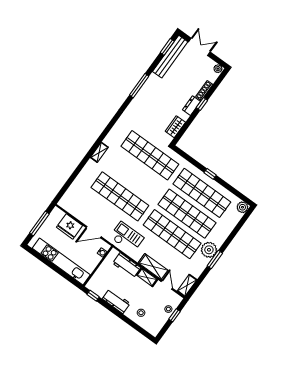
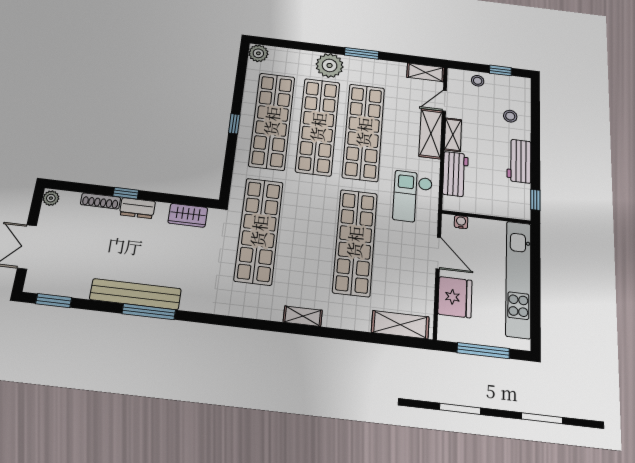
bench: (170, 57) -> (135, 294), moved
shelving: (71, 194) -> (400, 325), added
plant: (209, 250) -> (330, 65), moved
window: (174, 315) -> (500, 70), moved

